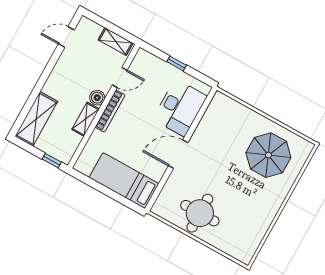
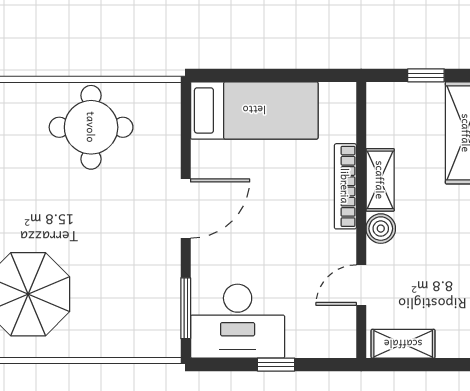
desk: (180, 108) -> (238, 321), moved, turned -90
window: (203, 110) -> (186, 308), added
bookcase: (110, 111) -> (345, 186), moved
window: (52, 161) -> (426, 75), moved

